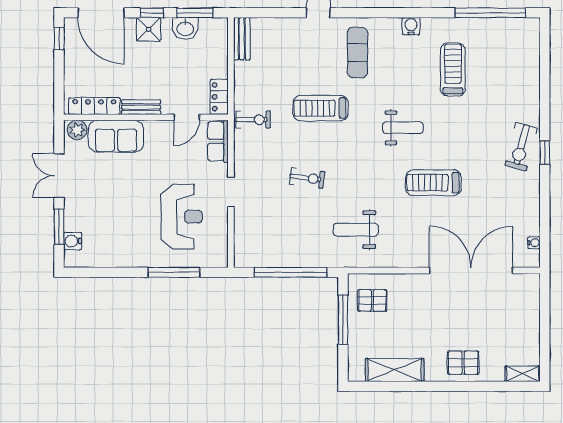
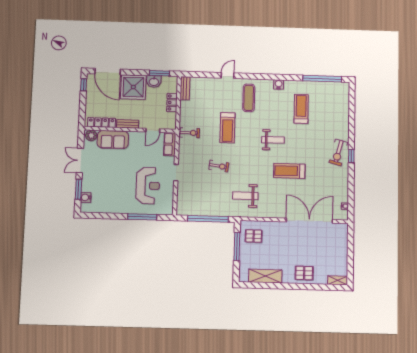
window: (152, 13) -> (136, 72), removed
shower: (149, 29) -> (133, 87), width x1.86, depth x1.86
locker: (219, 97) -> (172, 103), moved
treadmill: (321, 108) -> (227, 128), turned -90

